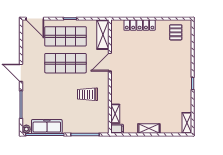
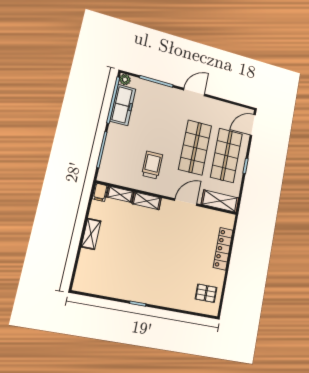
door: (110, 62) -> (186, 202), hinge flipped
shelving: (187, 123) -> (147, 201), moved

